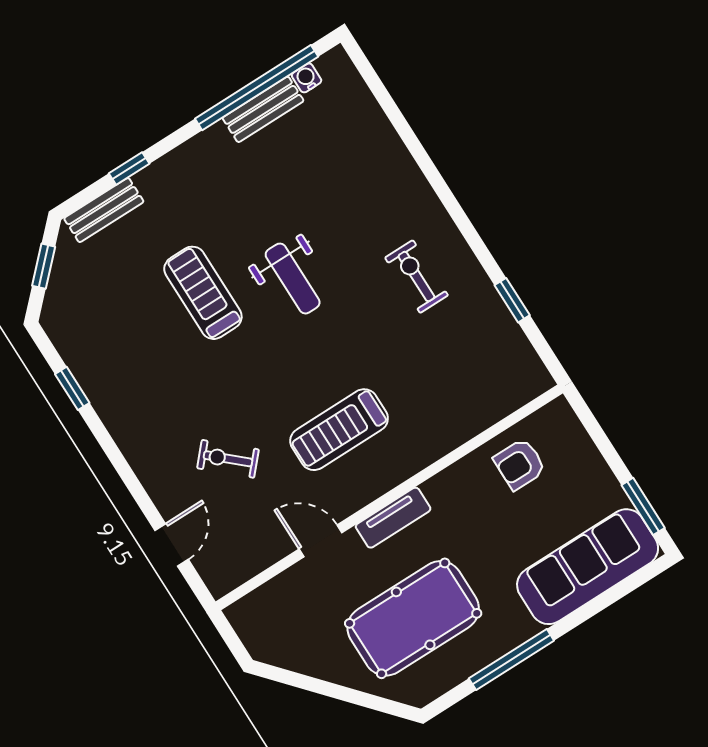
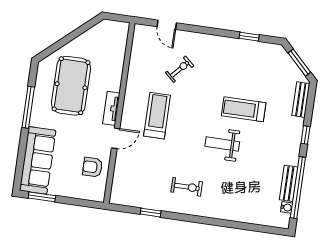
window: (129, 169) -> (306, 135), moved
window: (44, 266) -> (299, 63), width x1.50
treadmill: (203, 293) -> (244, 109), turned 180
armchair: (520, 464) -> (93, 167), turned -90
door: (321, 541) -> (116, 138), moved

